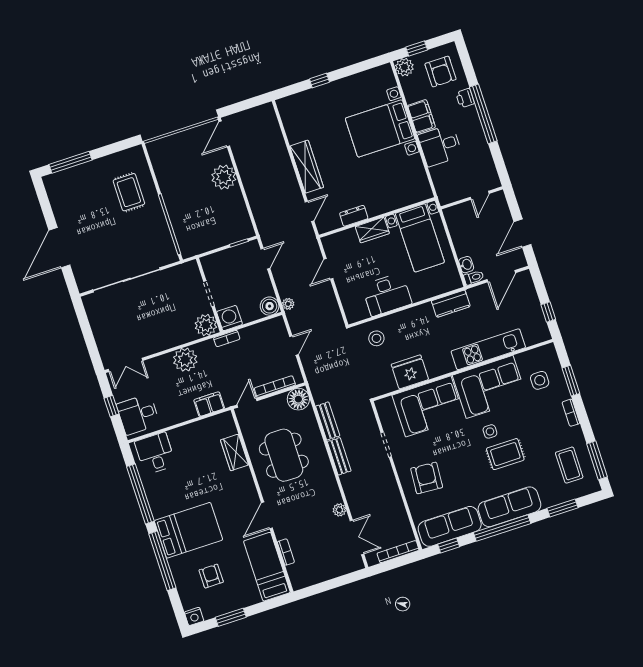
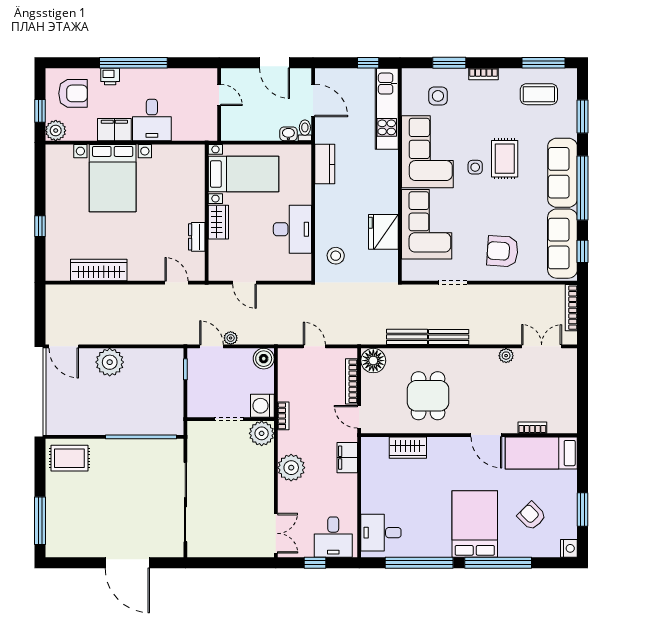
wardrobe: (307, 167) -> (99, 270), moved
rug: (129, 192) -> (69, 458), moved
plant: (288, 304) -> (231, 338), moved
kitchen unit: (488, 349) -> (387, 109), moved
dining table: (284, 455) -> (428, 396), width x0.73
armchair: (211, 576) -> (532, 516), turned 45

